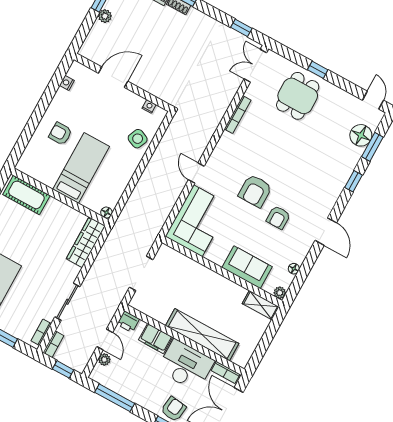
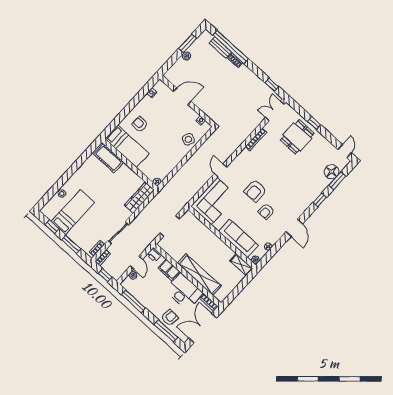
bed: (81, 168) -> (127, 146), moved, turned 90
sofa: (247, 267) -> (238, 238), width x1.36

